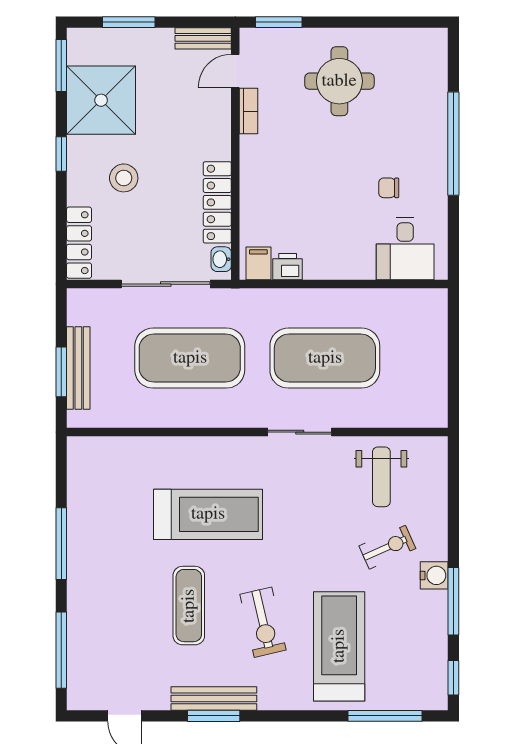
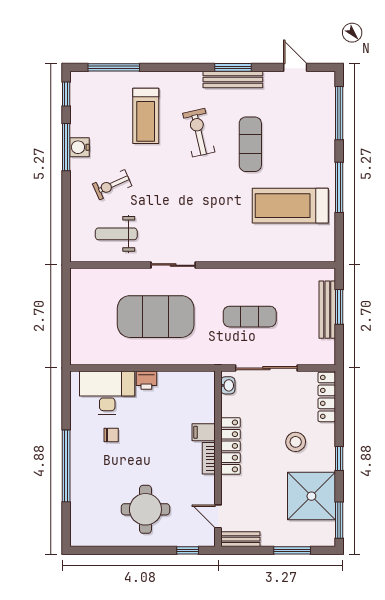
window: (279, 22) -> (188, 550), width x0.67
door: (235, 71) -> (218, 516), swing flipped
bookcase: (249, 111) -> (209, 458), moved
locker: (217, 202) -> (230, 446), moved
desk: (405, 249) -> (107, 393), width x1.37
filing cabinet: (258, 263) -> (204, 432), moved, turned 90
printer: (288, 267) -> (146, 380), moved
exercise mat: (190, 358) -> (250, 317), width x0.50, depth x0.69
weight bench: (381, 477) -> (116, 234), turned -90
treadmill: (208, 514) -> (290, 206), moved
water cooler: (434, 575) -> (80, 147), moved
treadmill: (339, 646) -> (146, 116), width x0.73, depth x0.73

